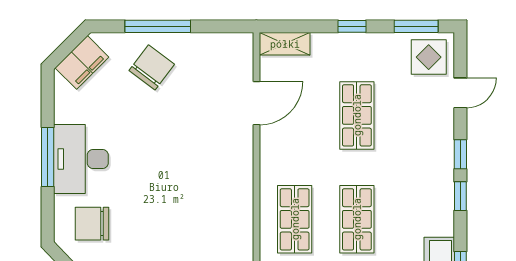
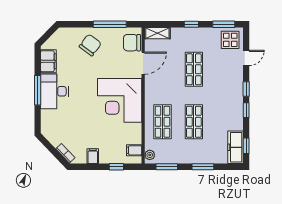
window: (158, 26) -> (110, 24), moved
filing cabinet: (82, 62) -> (48, 61), moved, turned -45
corner desk: (210, 177) -> (120, 100), added
chair: (92, 224) -> (132, 43), moved

